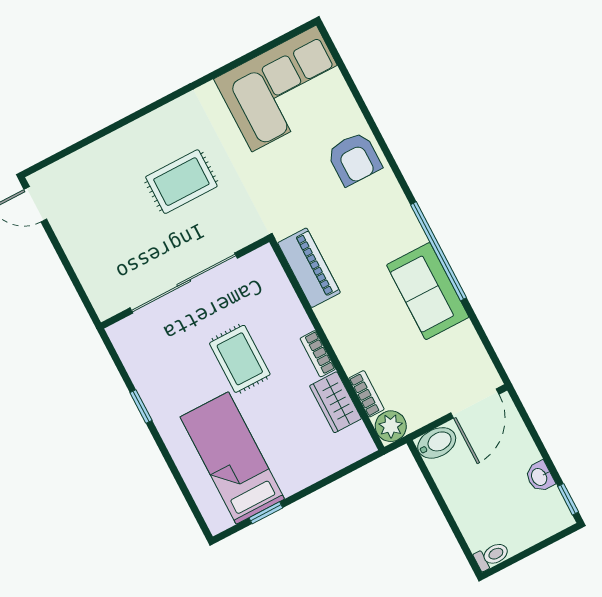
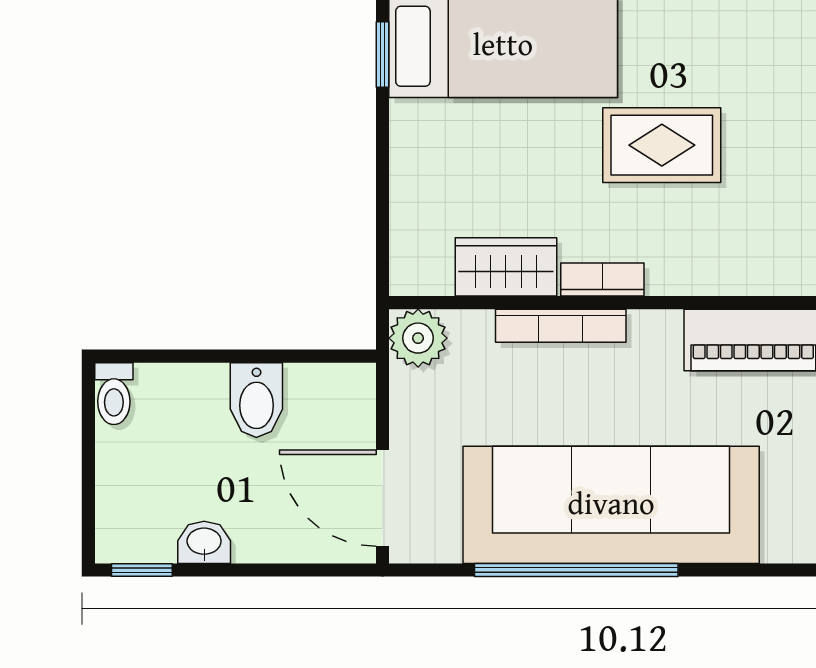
window: (438, 251) -> (576, 570), moved
sofa: (428, 291) -> (611, 505), width x1.85, depth x1.27
bookcase: (366, 394) -> (561, 326), moved, width x1.56
bidet: (437, 443) -> (256, 400), moved

